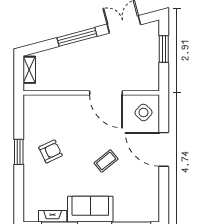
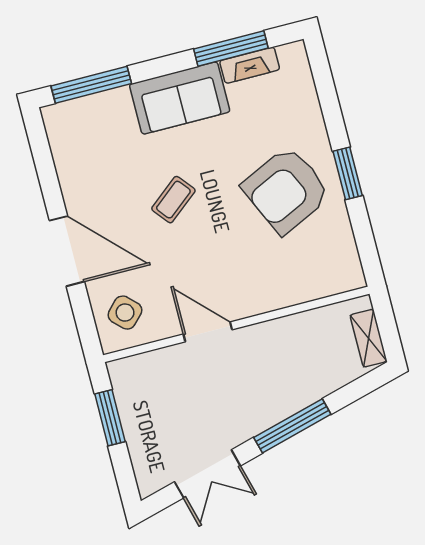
window: (164, 49) -> (110, 418), moved
door: (106, 93) -> (208, 332), width x0.73
armchair: (50, 151) -> (286, 190), width x1.88, depth x1.88

